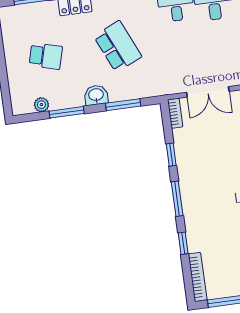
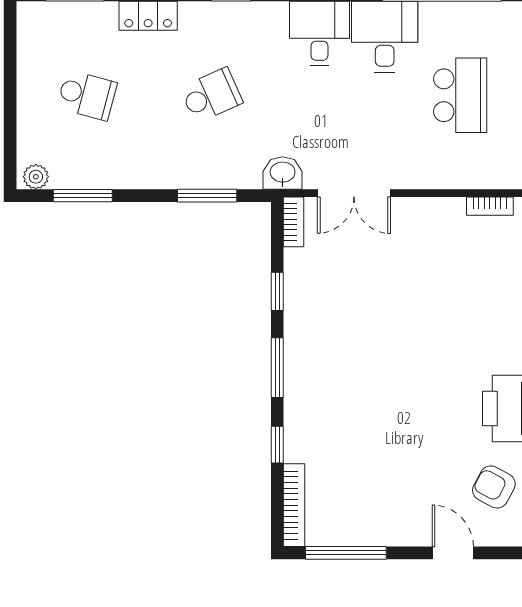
school desk: (118, 46) -> (211, 95), width x0.54
washbasin: (96, 95) -> (283, 173), moved
plant: (41, 105) -> (36, 177), moved
window: (67, 112) -> (83, 196), moved

